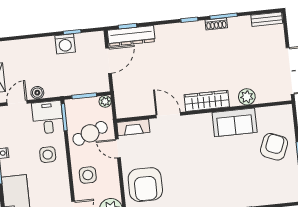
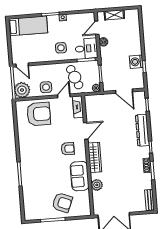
dresser: (131, 36) -> (142, 130), moved
door: (17, 103) -> (97, 28), swing flipped
armchair: (195, 141) -> (68, 149), added
side table: (88, 175) -> (46, 87), moved
armchair: (145, 185) -> (39, 114), turned 180

